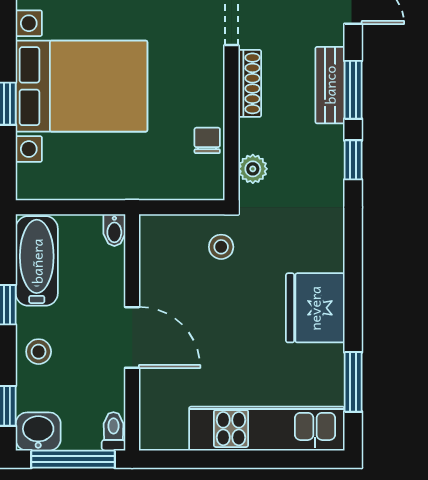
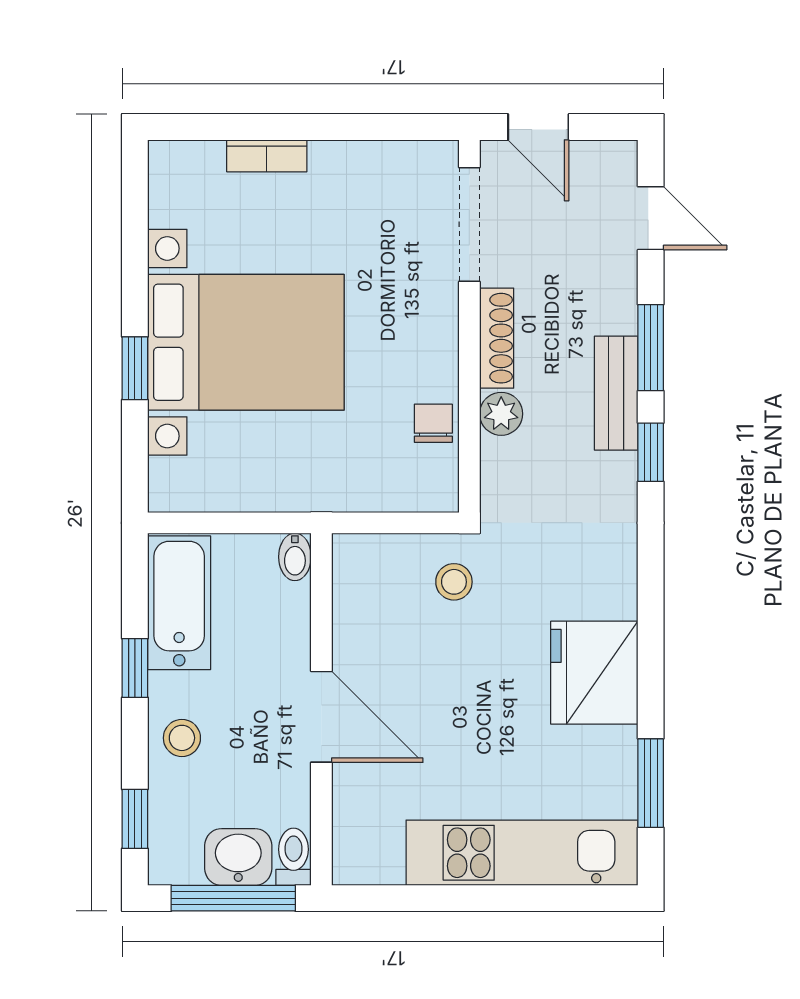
bench: (330, 85) -> (616, 393), moved
plant: (253, 169) -> (501, 414), moved
washbasin: (38, 431) -> (238, 857), moved

